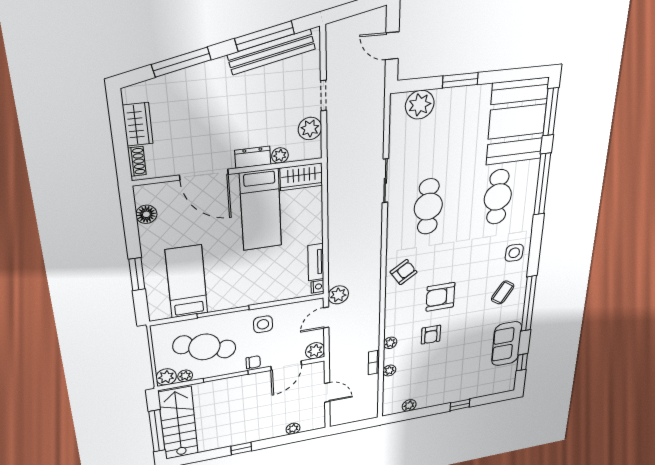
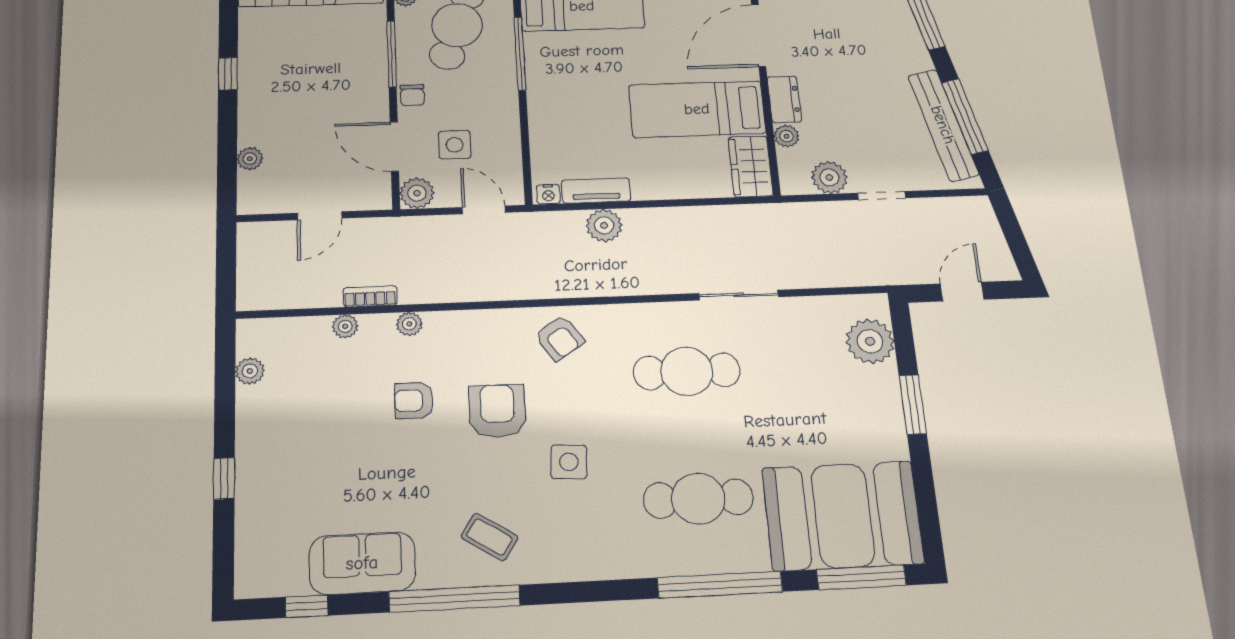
side table: (514, 253) -> (569, 462), moved
plant: (338, 295) -> (604, 225), moved
side table: (263, 324) -> (455, 145), moved

